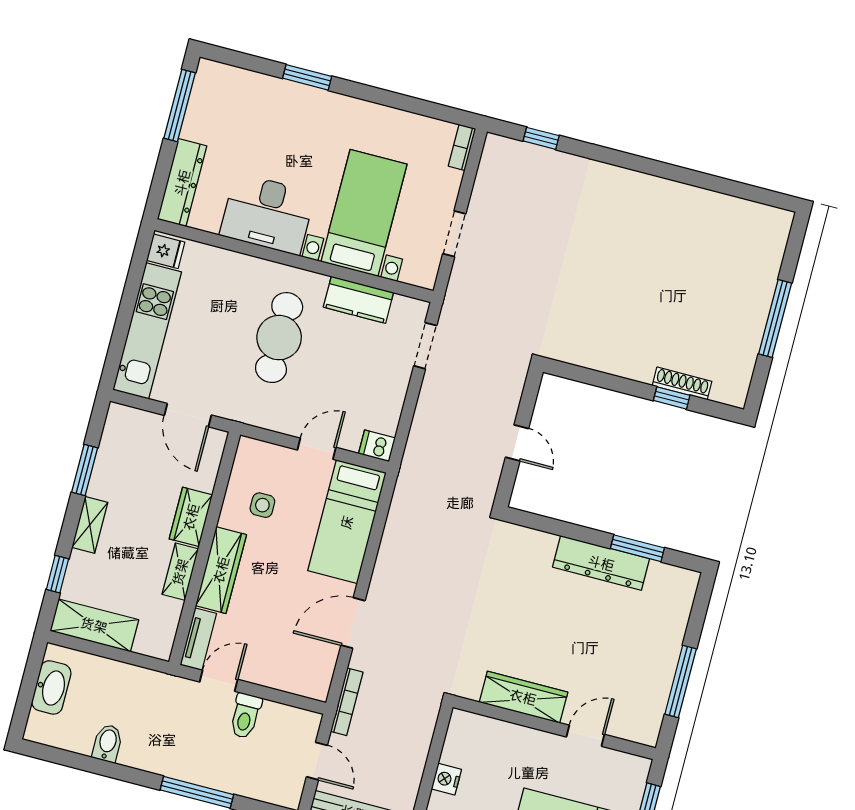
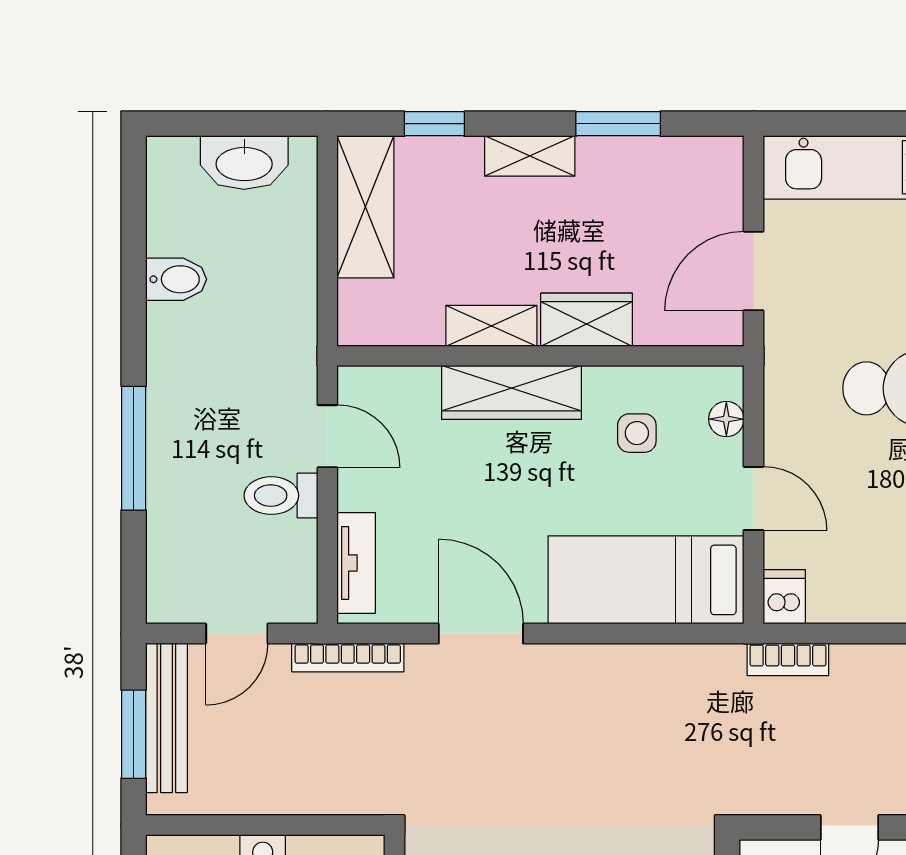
floor lamp: (268, 452) -> (726, 419), added
bookcase: (413, 453) -> (788, 659), added
tv unit: (198, 639) -> (356, 563), moved, turned -90

